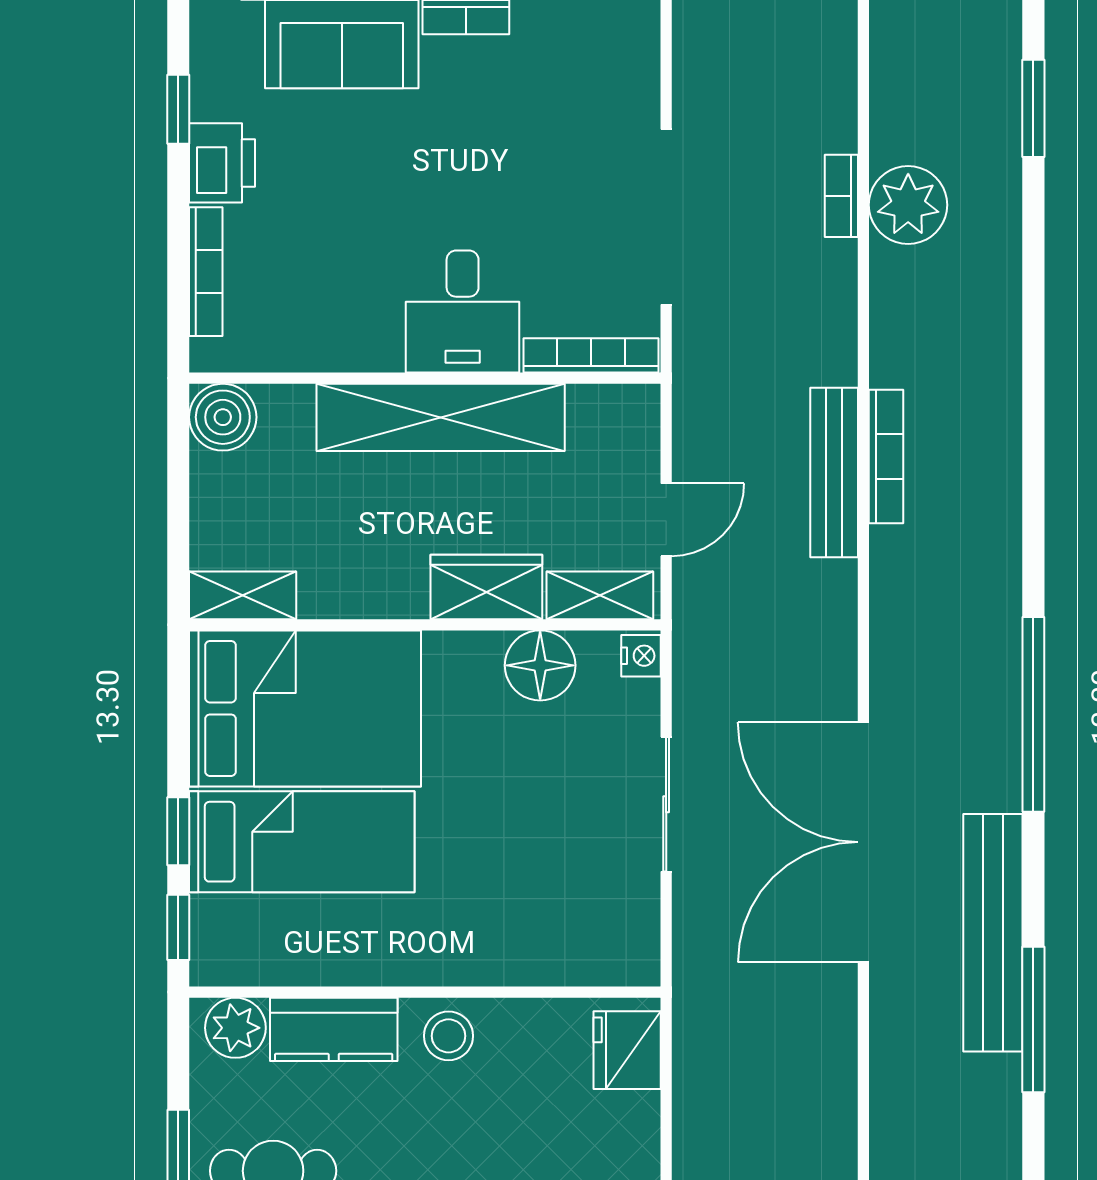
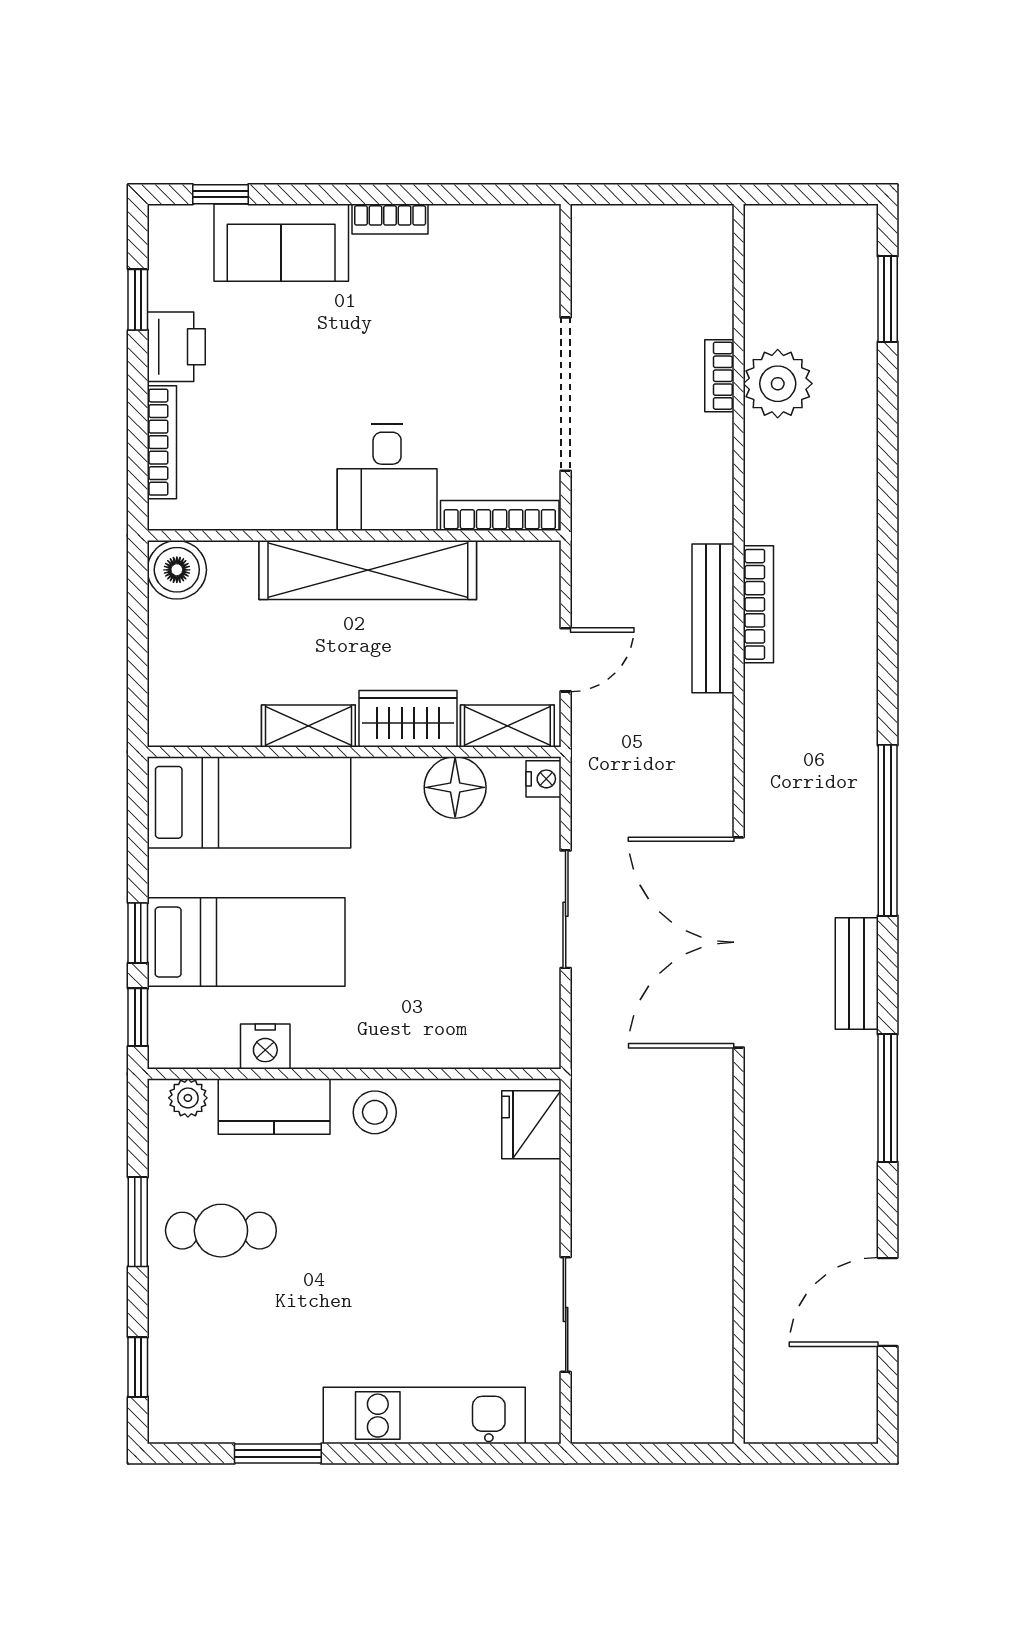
shelving: (243, 595) -> (308, 726), moved
bed: (305, 708) -> (249, 802), width x0.67
bench: (993, 933) -> (857, 973), width x0.54, depth x0.82
nightstand: (324, 961) -> (265, 1046), added
plant: (235, 1028) -> (188, 1098), width x0.73, depth x0.73

